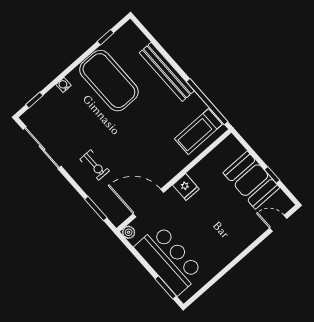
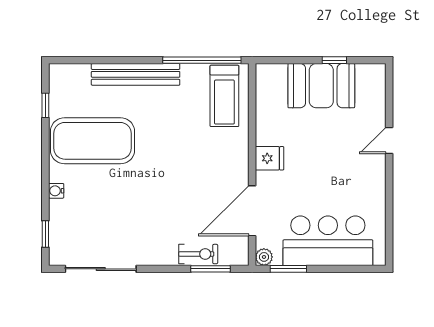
exercise bike: (95, 165) -> (198, 254), moved
door: (278, 223) -> (389, 140), moved
window: (166, 287) -> (288, 269), moved

